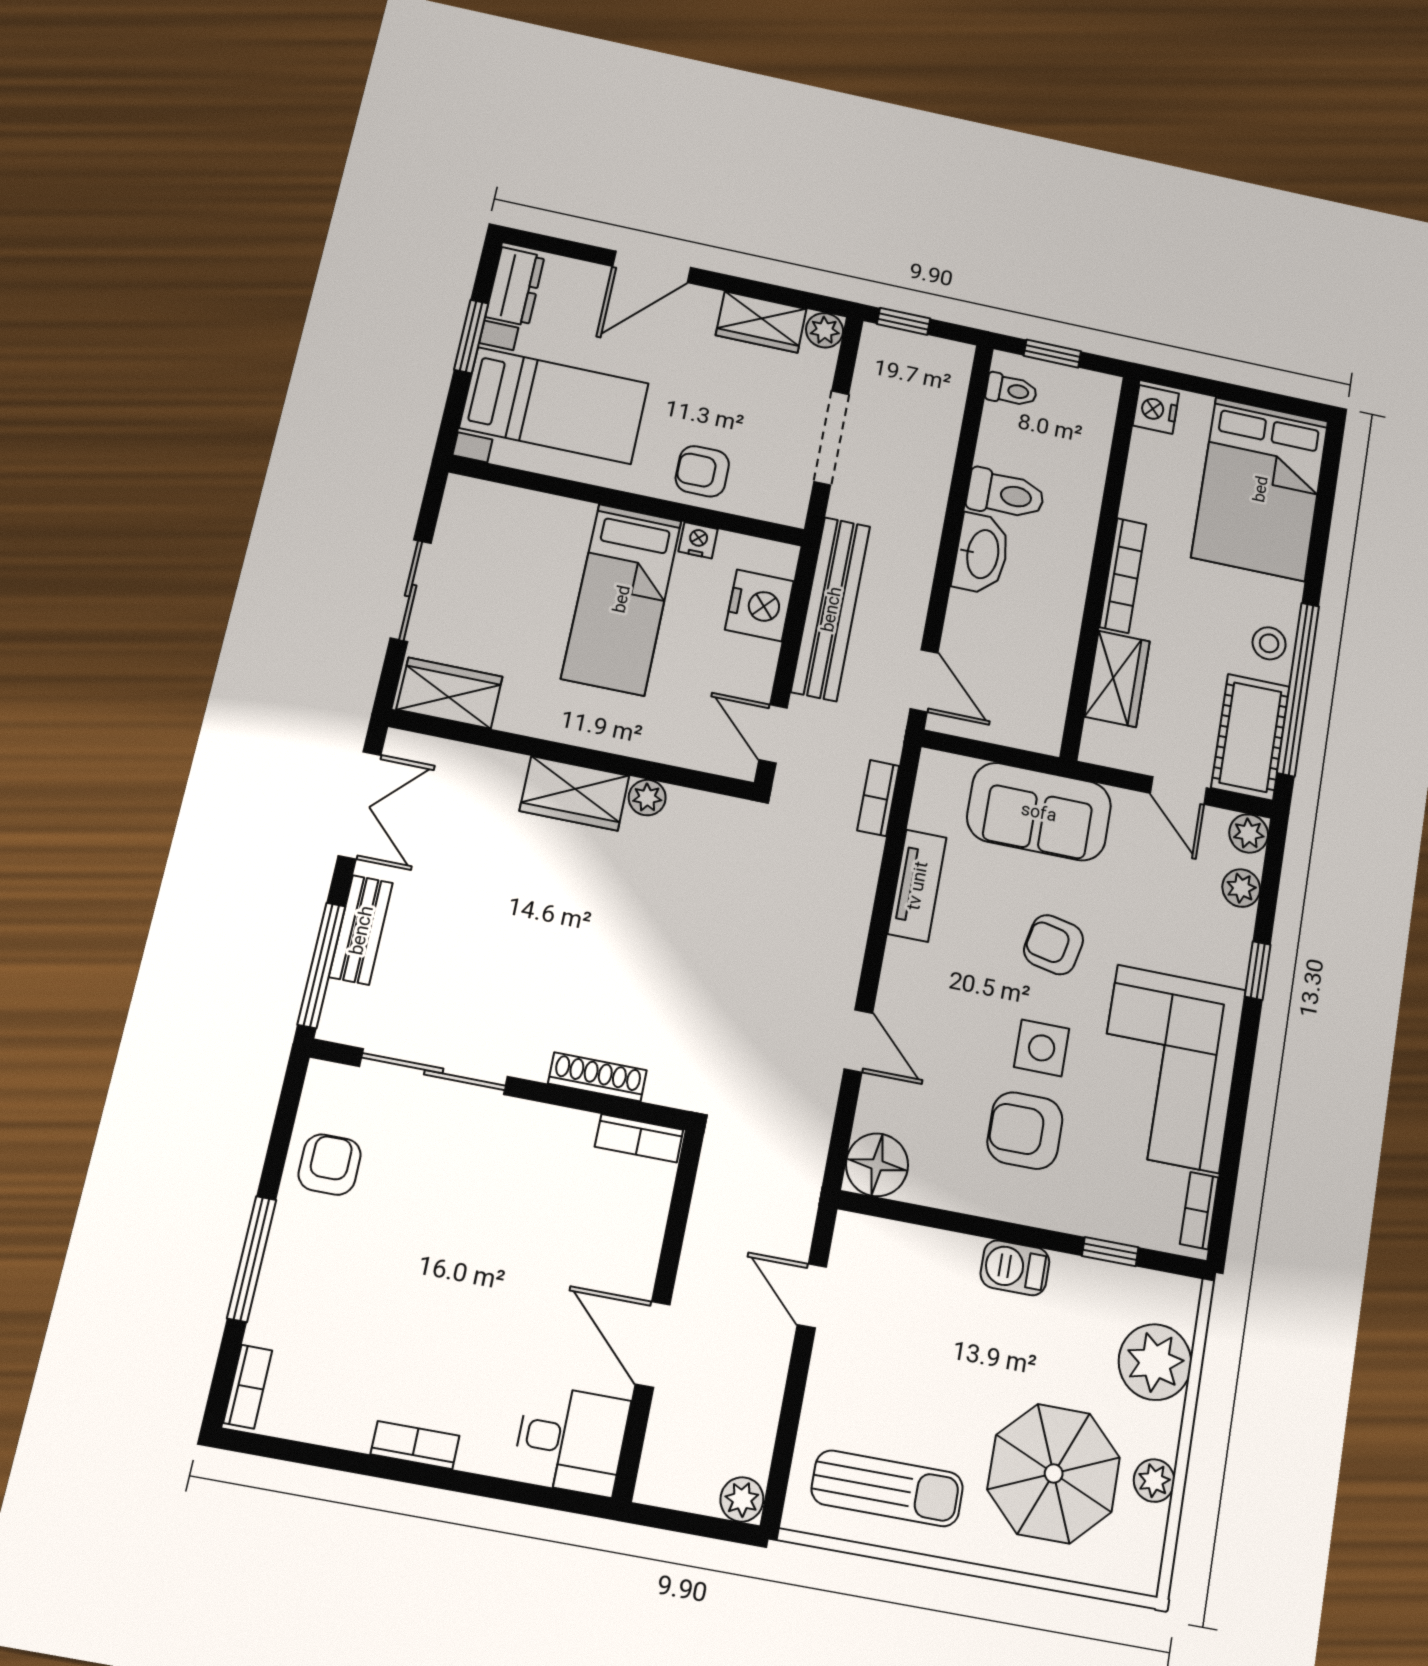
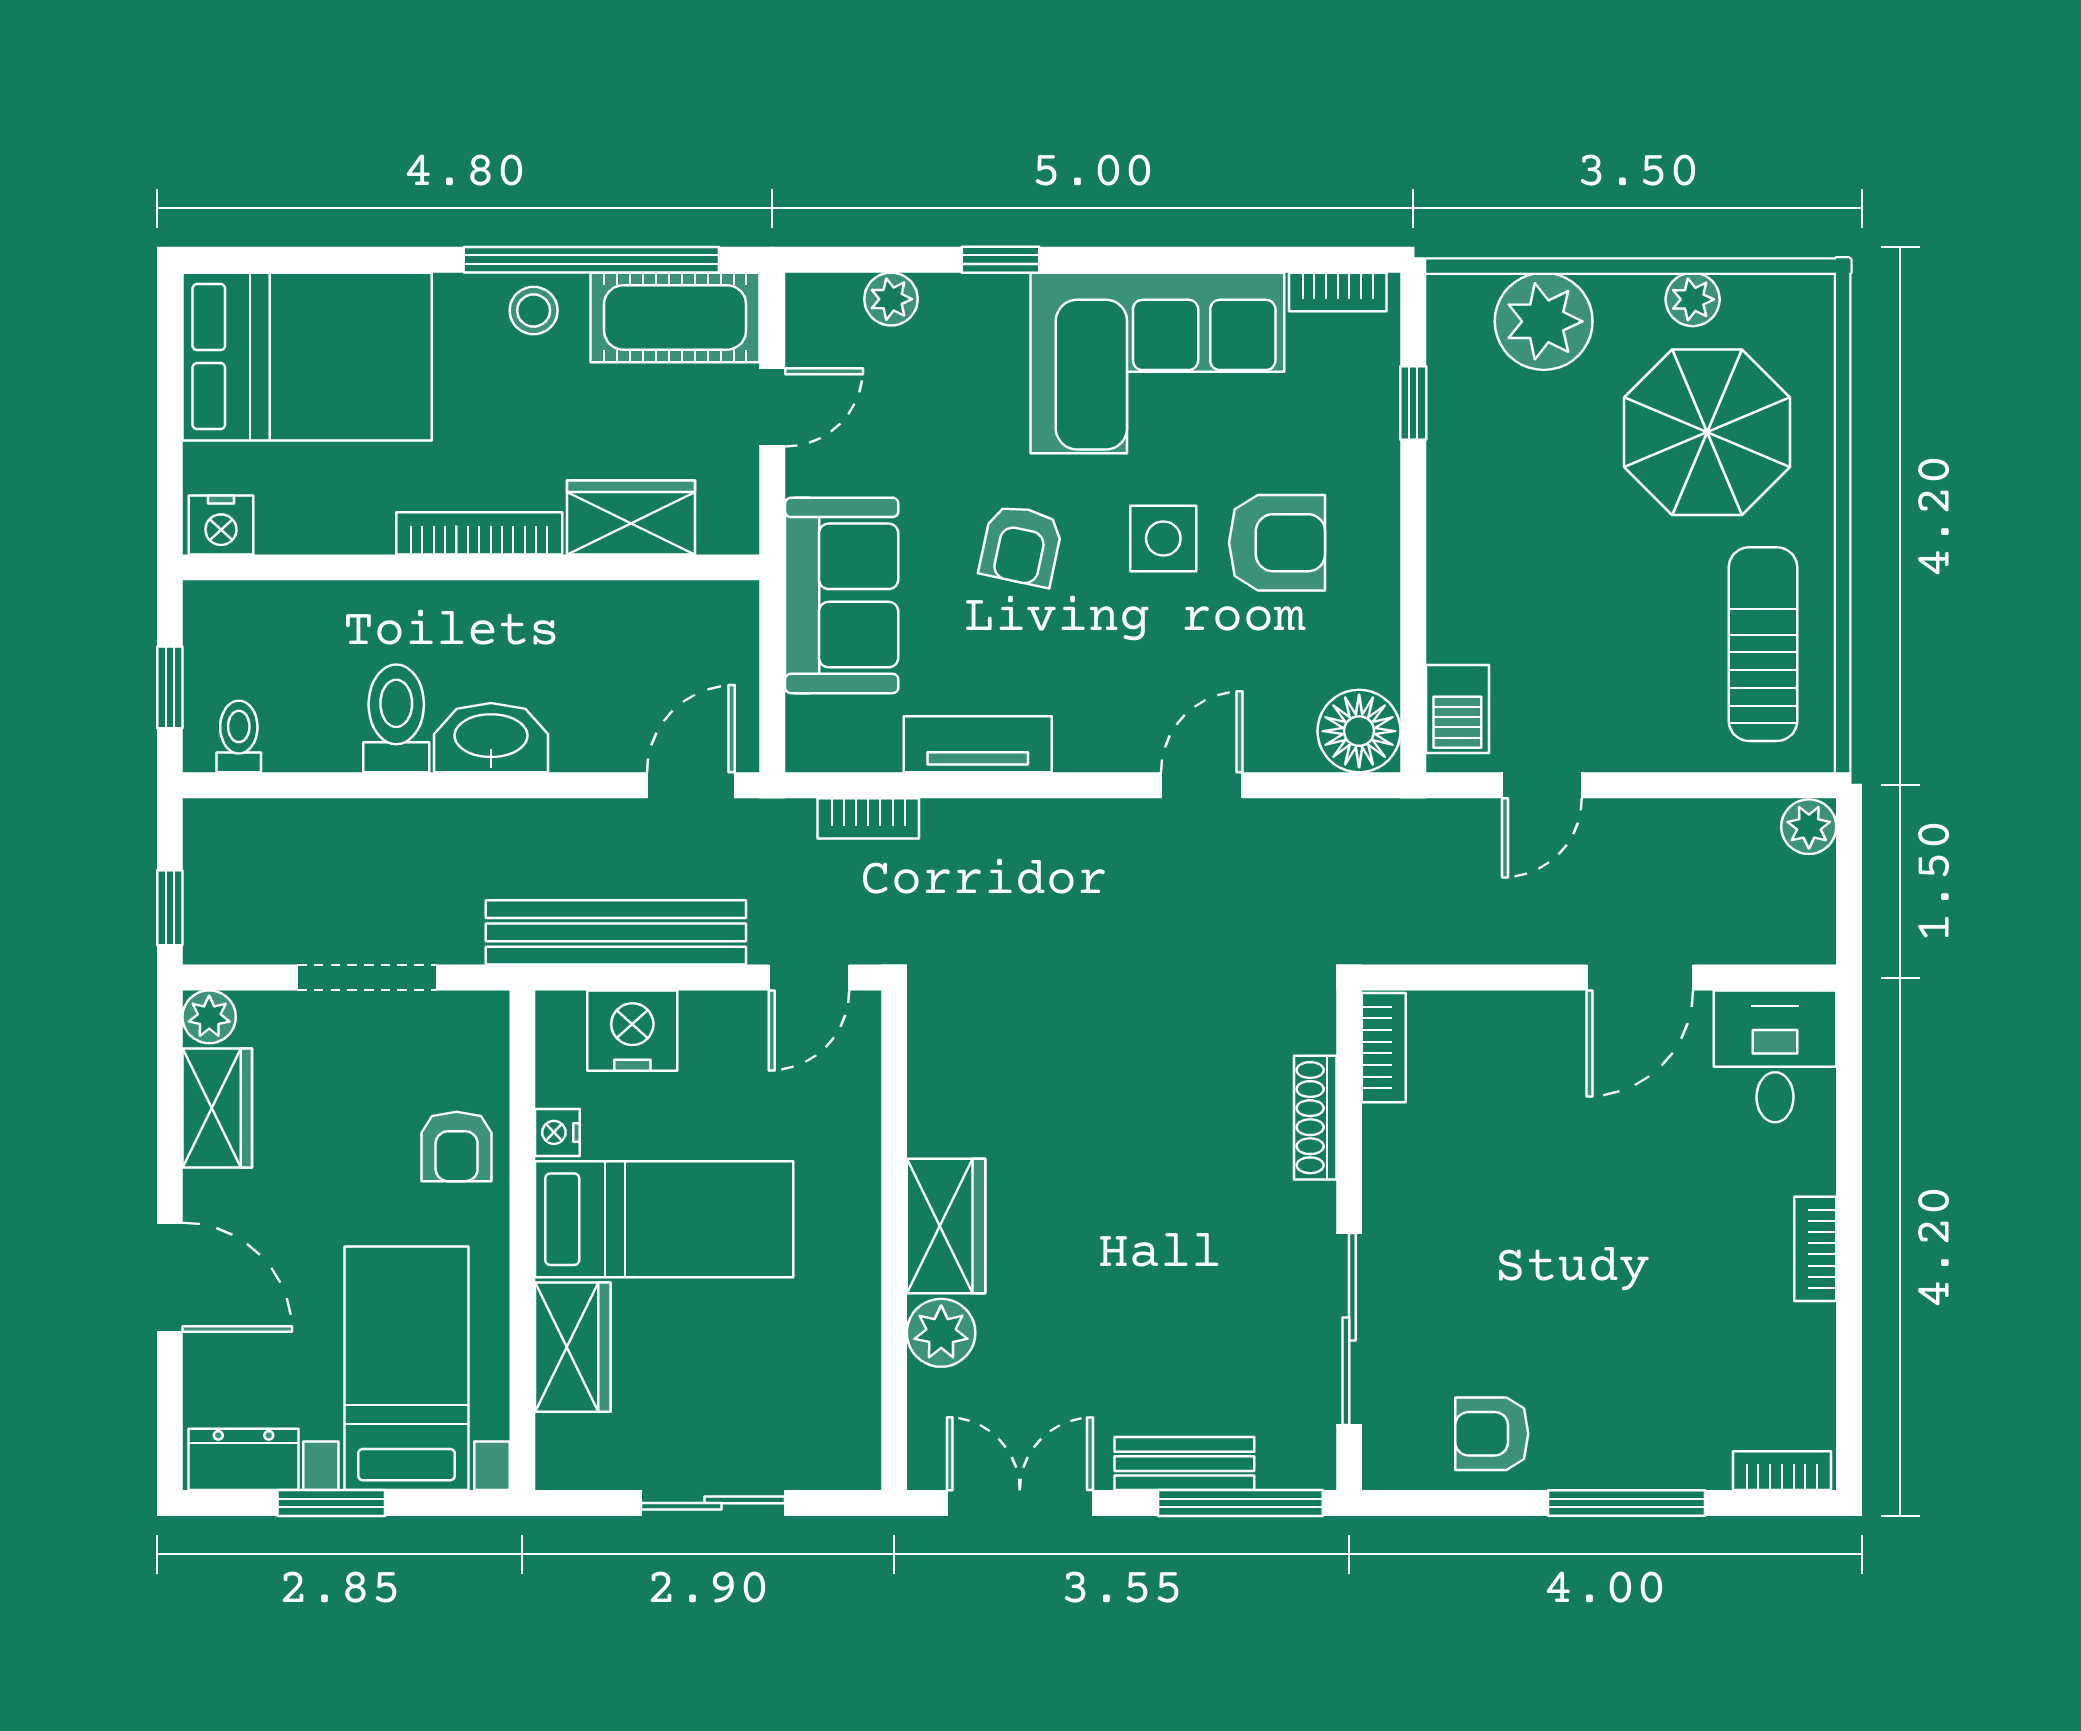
wardrobe: (449, 693) -> (573, 1347), moved, turned 180
plant: (647, 798) -> (941, 1333), moved, width x1.38, depth x1.38
plant: (1249, 834) -> (813, 300), removed
armchair: (1025, 1131) -> (1277, 543), turned -90
barbecue: (1015, 1268) -> (1457, 709), moved

